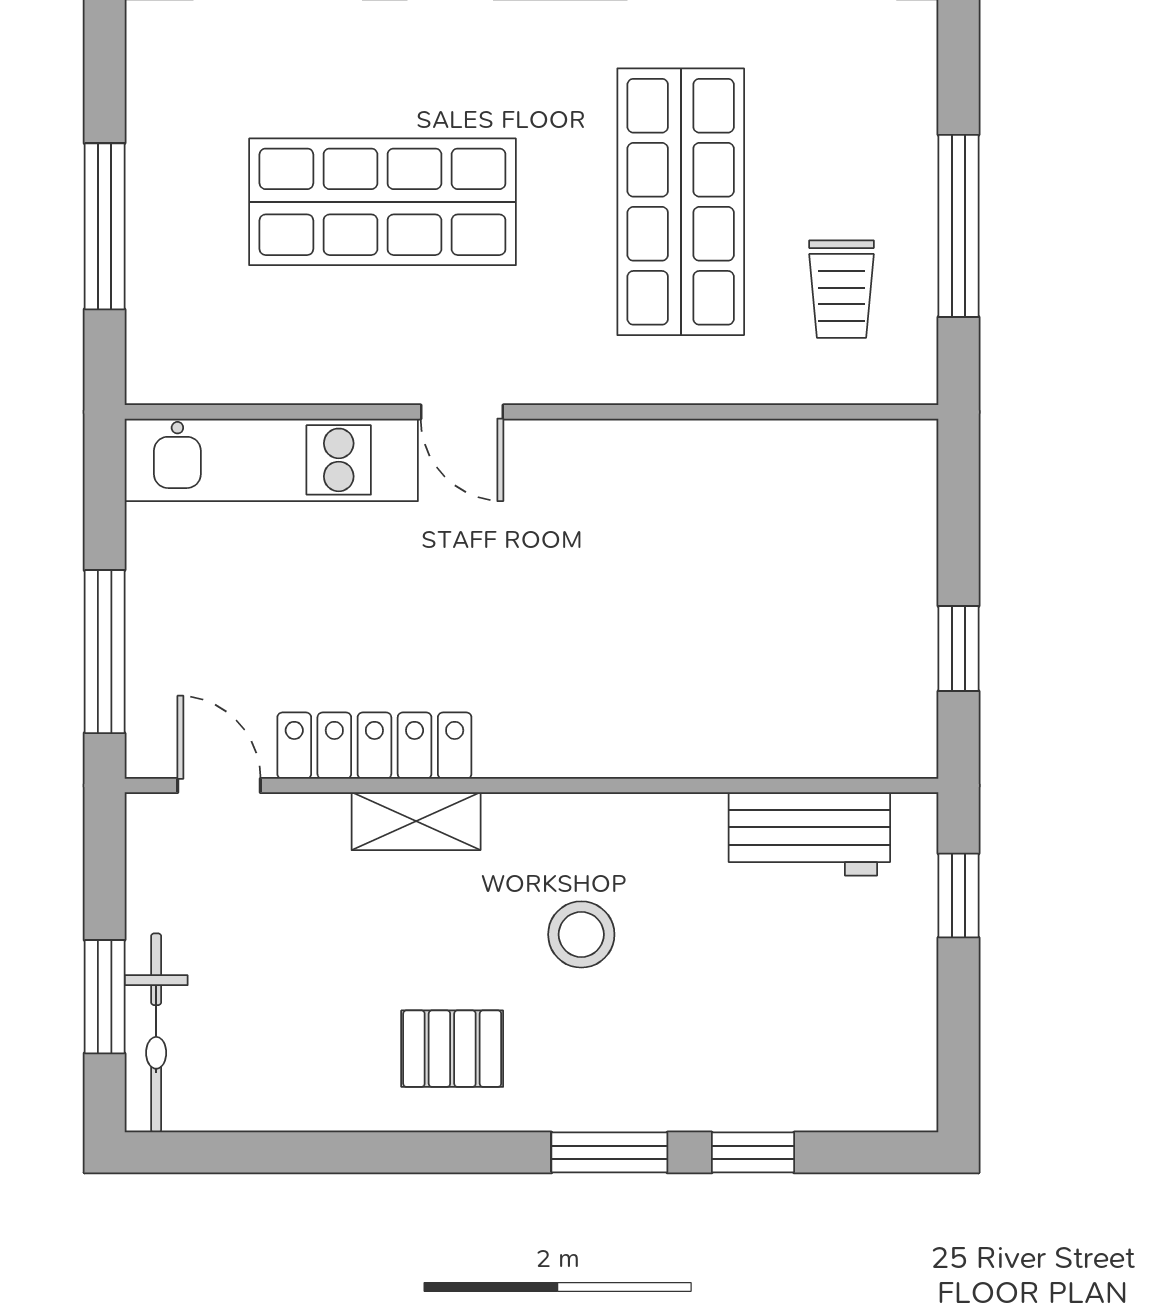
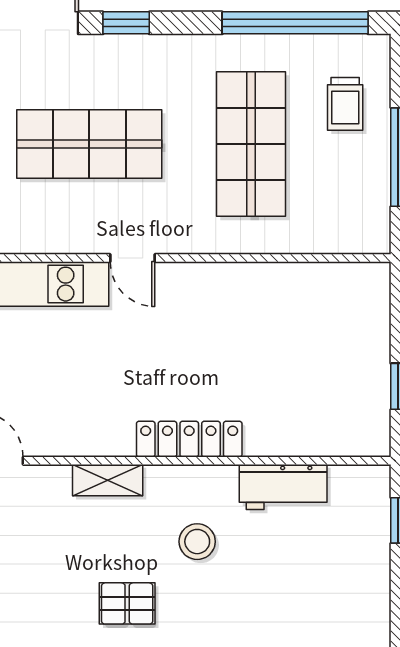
trolley: (841, 289) -> (345, 104), moved
locker: (374, 746) -> (189, 439), moved
workbench: (809, 834) -> (283, 487), moved

